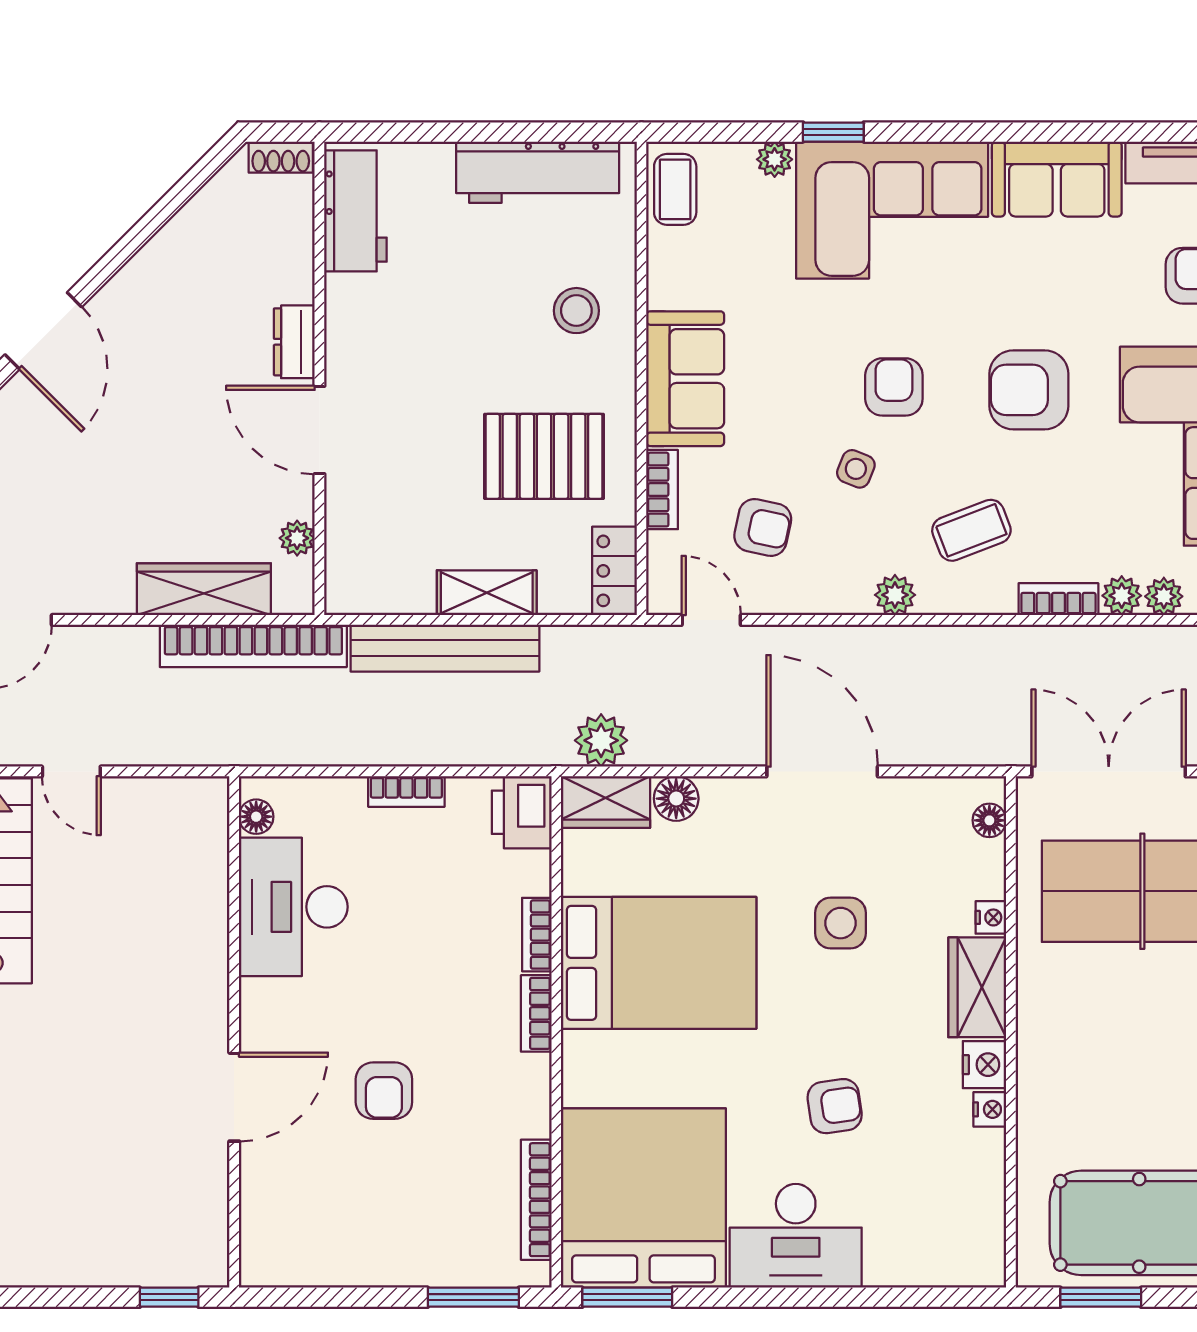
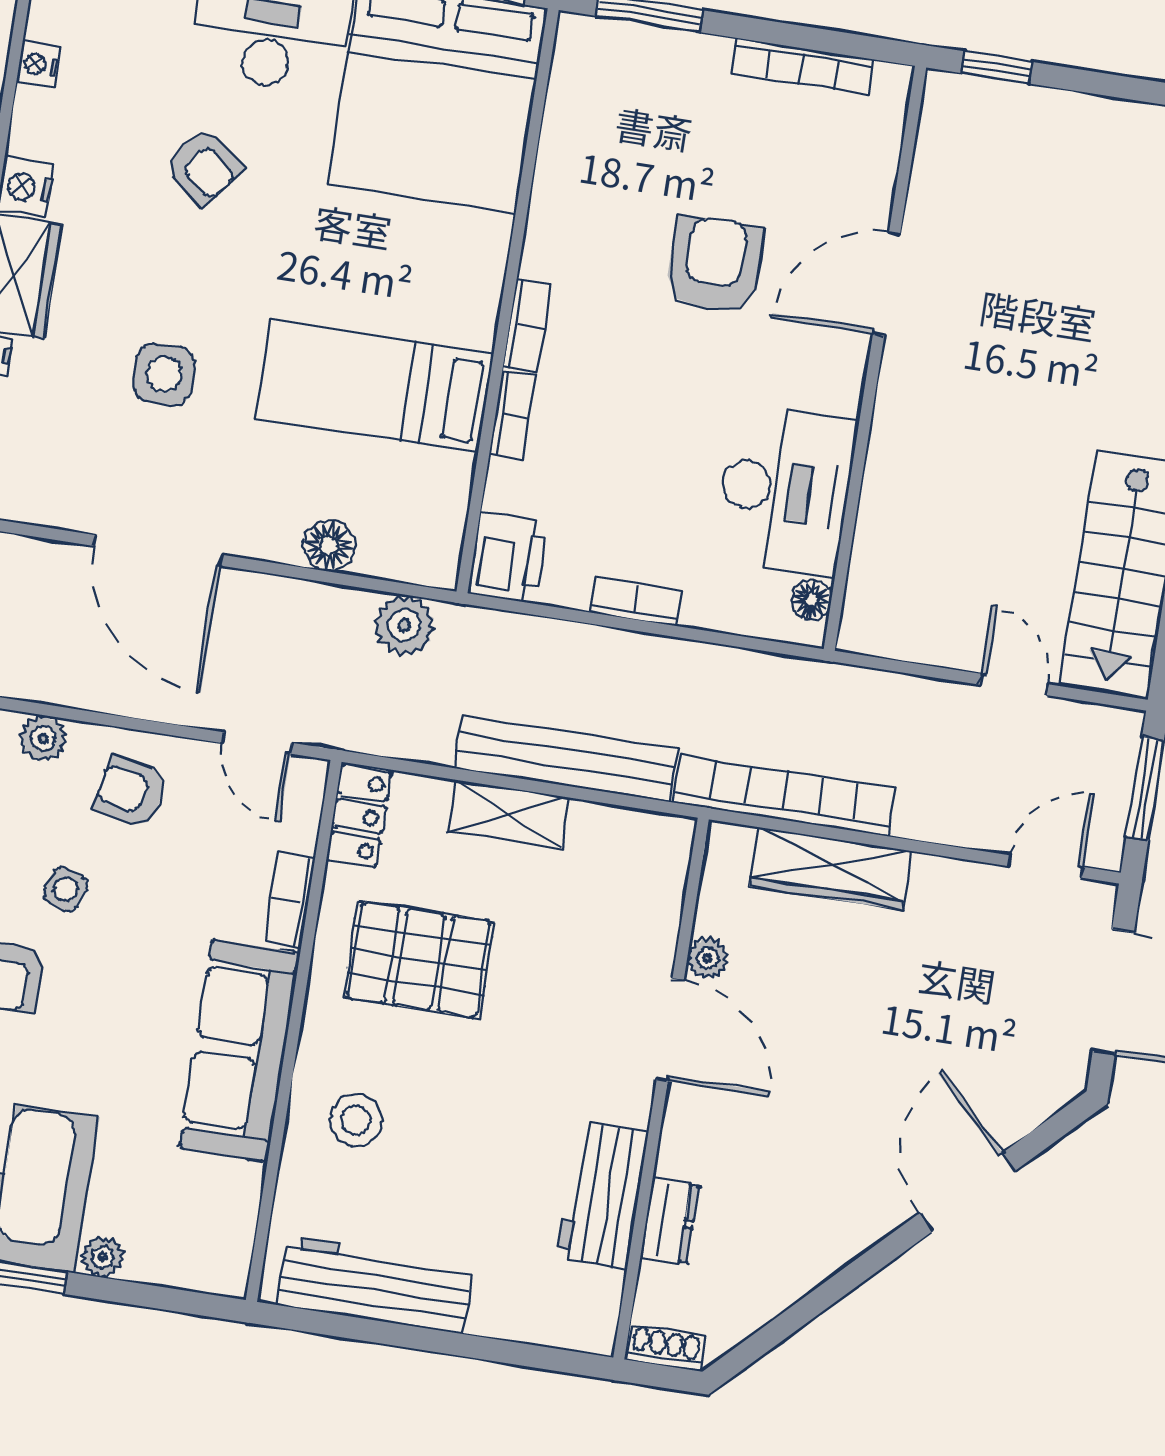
coffee table: (675, 189) -> (221, 1240), removed
workbench: (355, 211) -> (602, 1195), moved
dresser: (294, 342) -> (670, 1221), moved
sofa: (685, 379) -> (240, 1050), width x1.36
armchair: (763, 527) -> (131, 792), moved
plant: (297, 538) -> (707, 958), moved
wardrobe: (606, 802) -> (410, 554), removed
bed: (659, 963) -> (375, 386), width x0.67
armchair: (384, 1091) -> (715, 265), width x1.38, depth x1.38
armchair: (835, 1106) -> (203, 167), turned -133
nightstand: (990, 1109) -> (38, 64), moved
bookcase: (536, 1200) -> (802, 66), moved, turned 90

